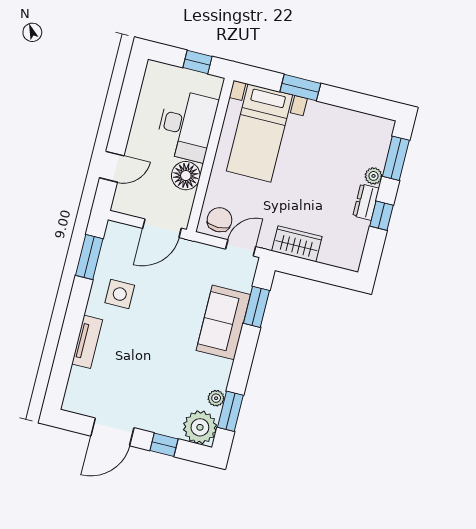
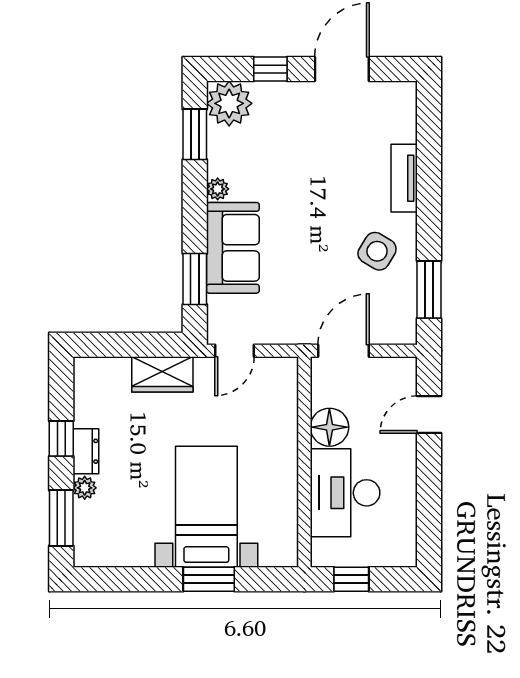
bed with nightstands: (259, 133) -> (206, 507), moved
chair: (220, 220) -> (271, 381), removed
side table: (120, 294) -> (377, 251), turned 31
plant: (216, 398) -> (218, 189), moved

